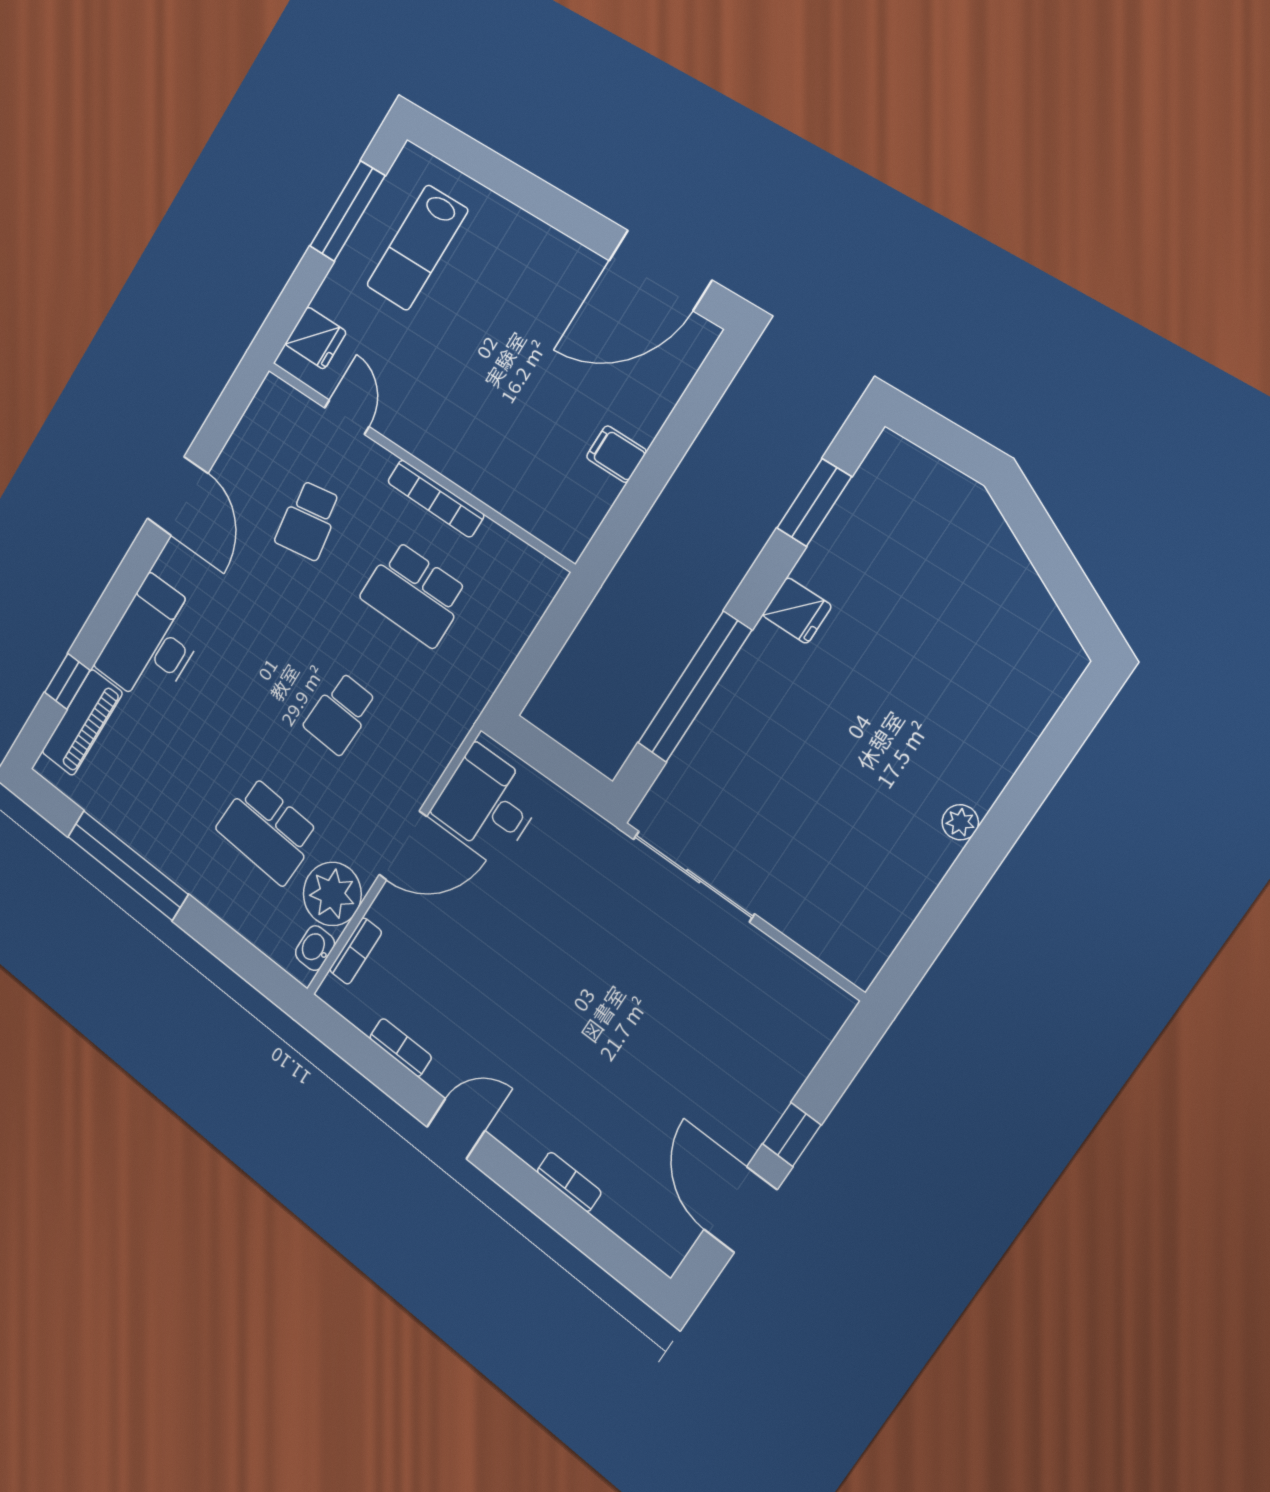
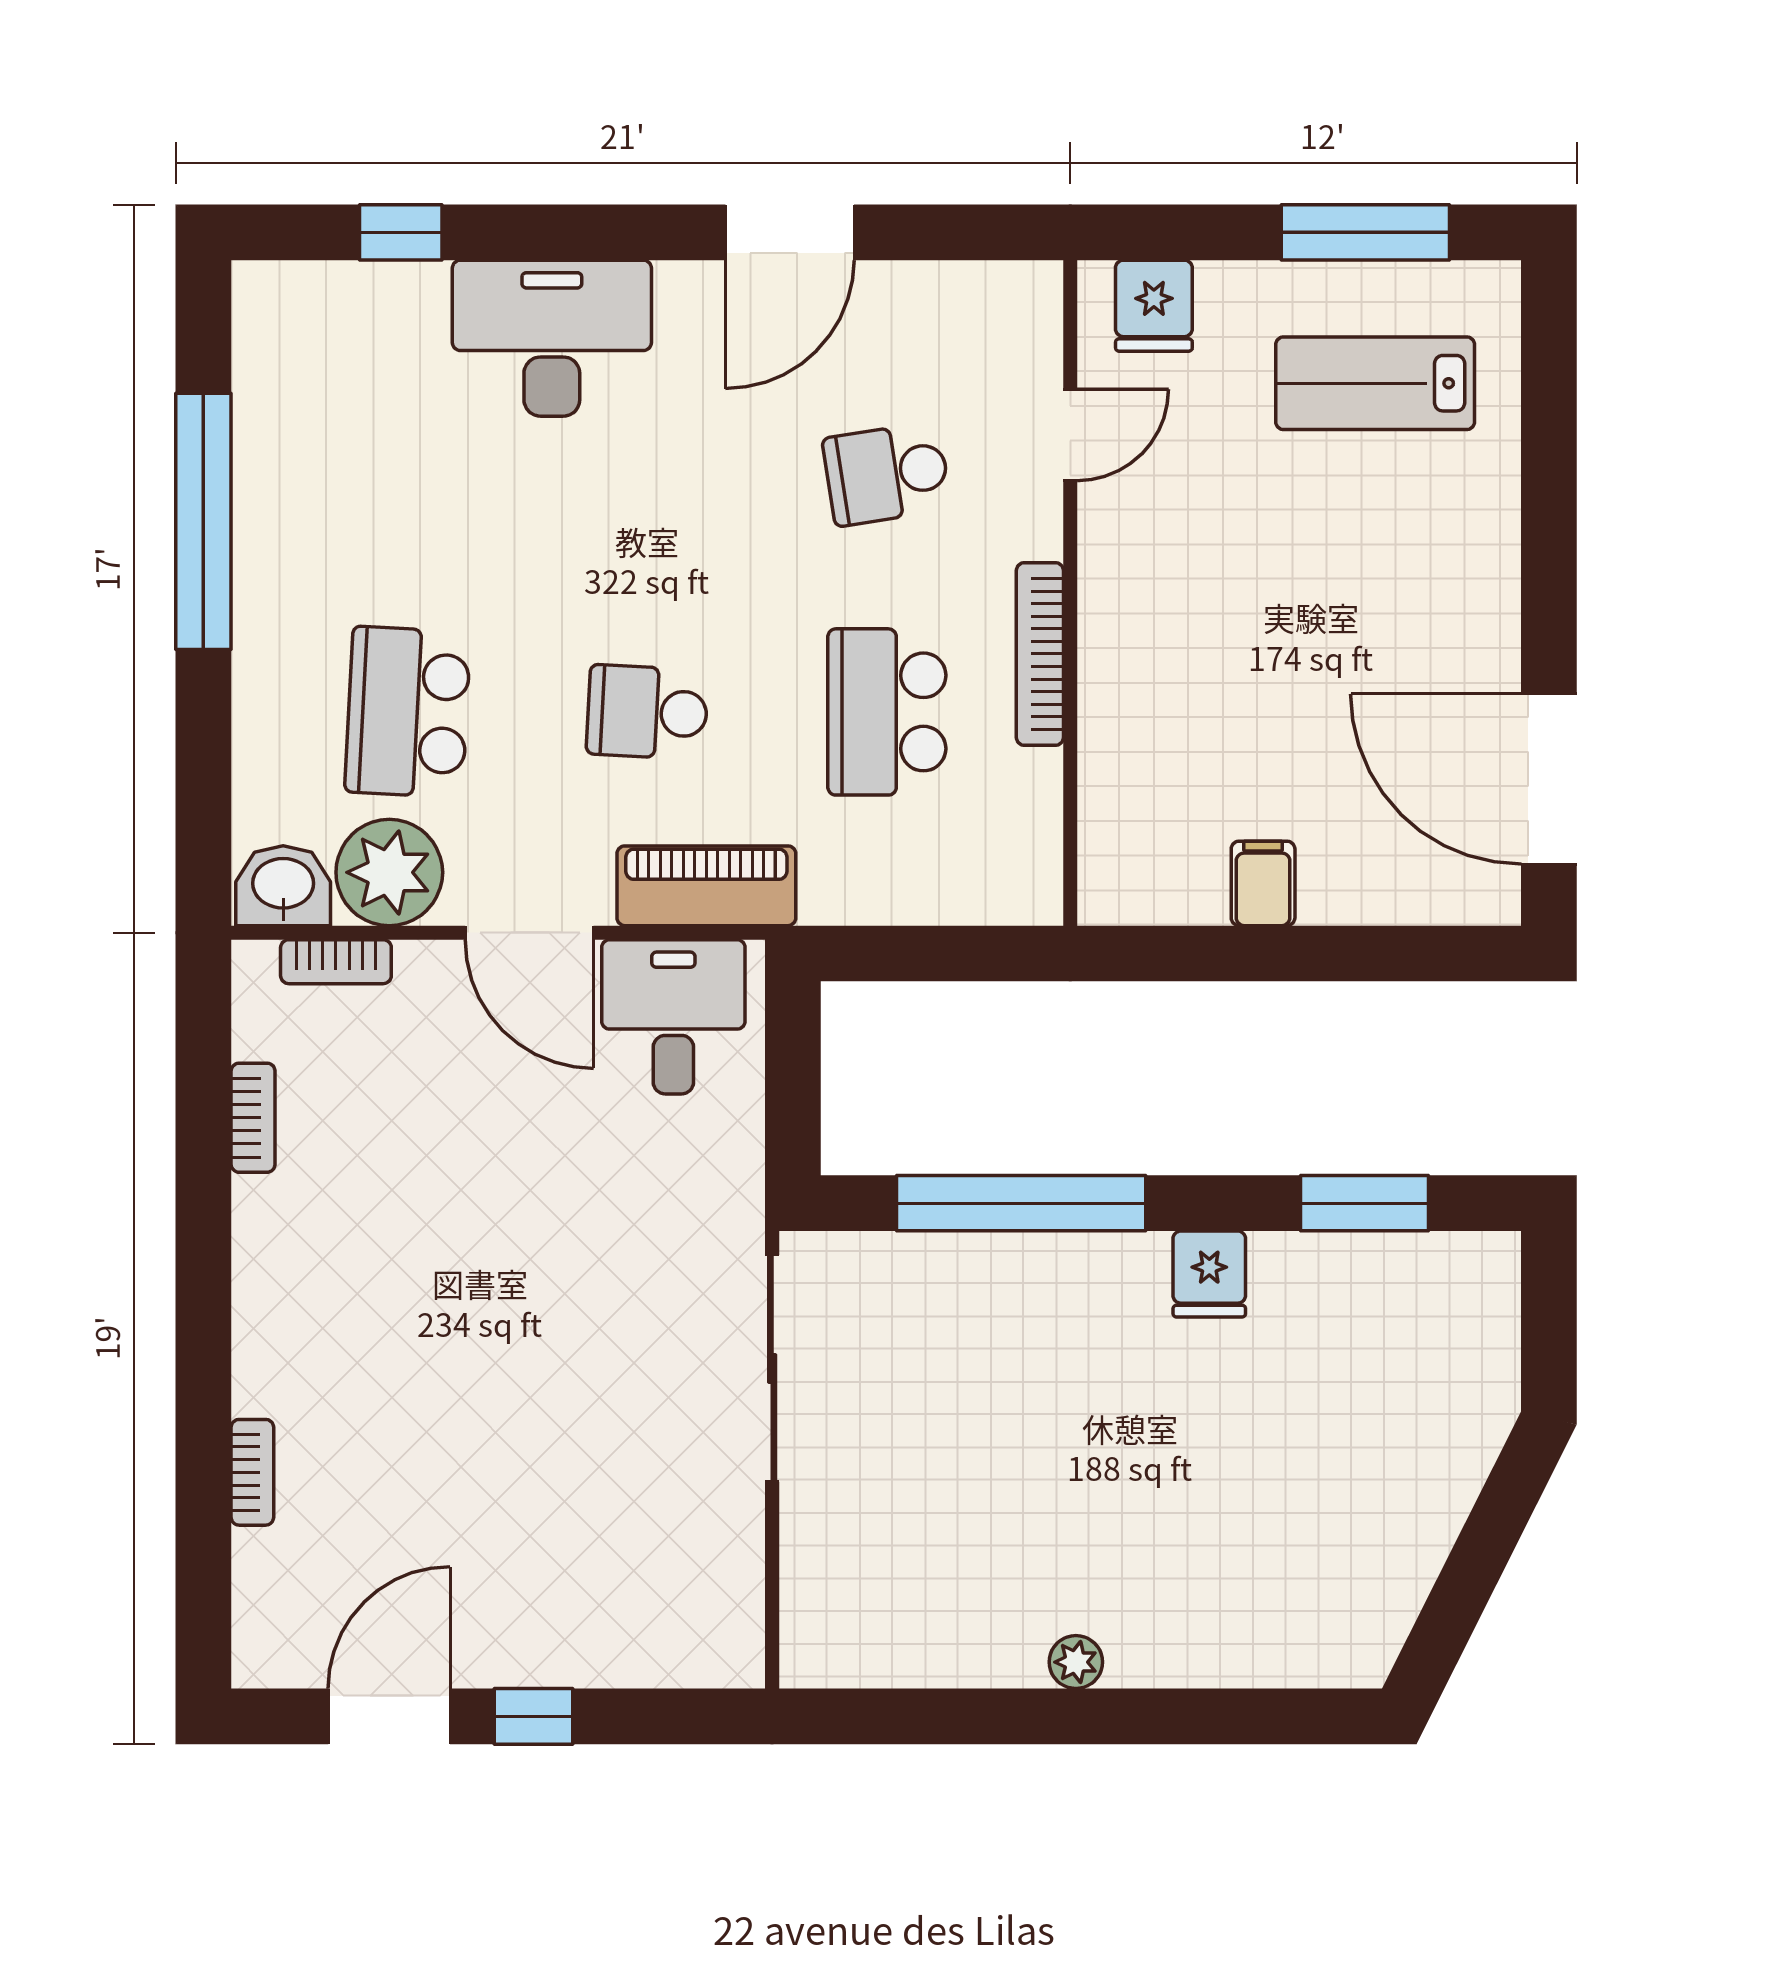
piano: (82, 722) -> (706, 886), moved, turned 180
washbasin: (315, 948) -> (283, 886), width x1.38, depth x1.45
door: (456, 1129) -> (203, 1271), removed

